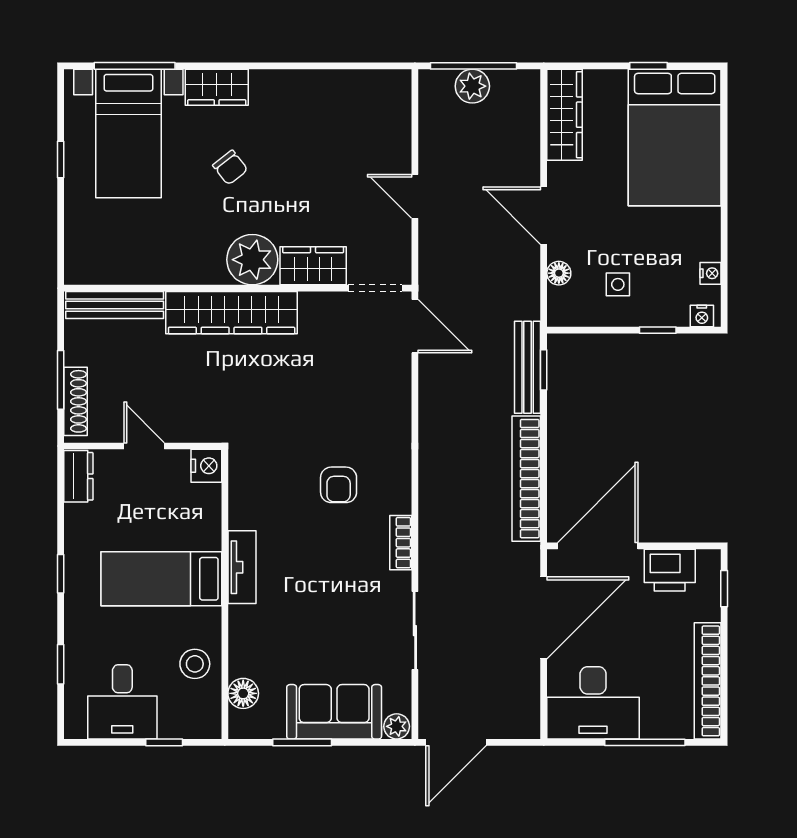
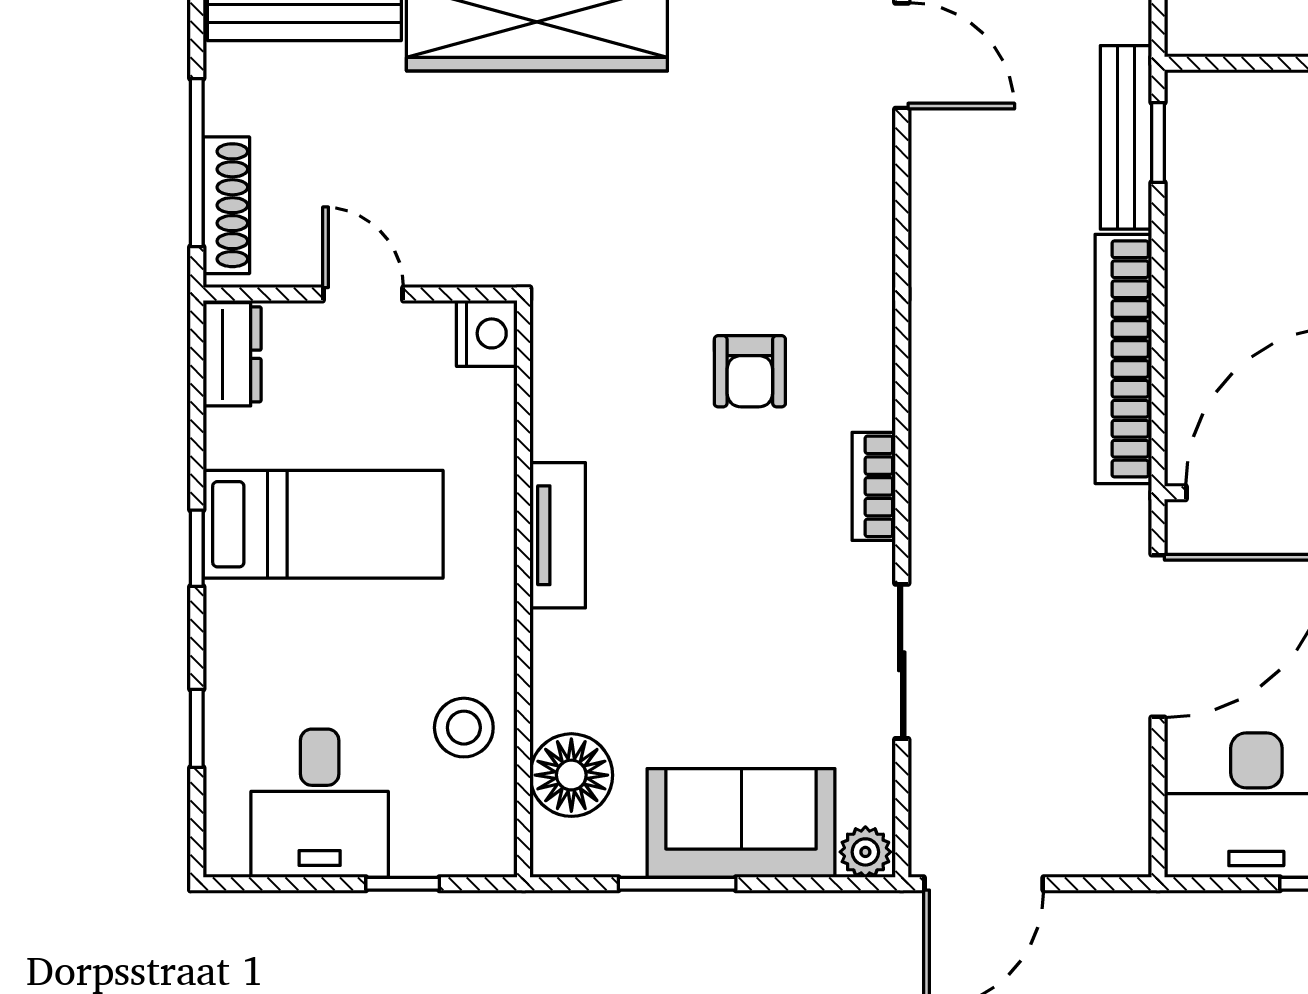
window: (61, 380) -> (197, 163), width x1.44
bed: (161, 579) -> (323, 524), moved, turned 180
floor lamp: (243, 693) -> (571, 775), width x1.38, depth x1.38

